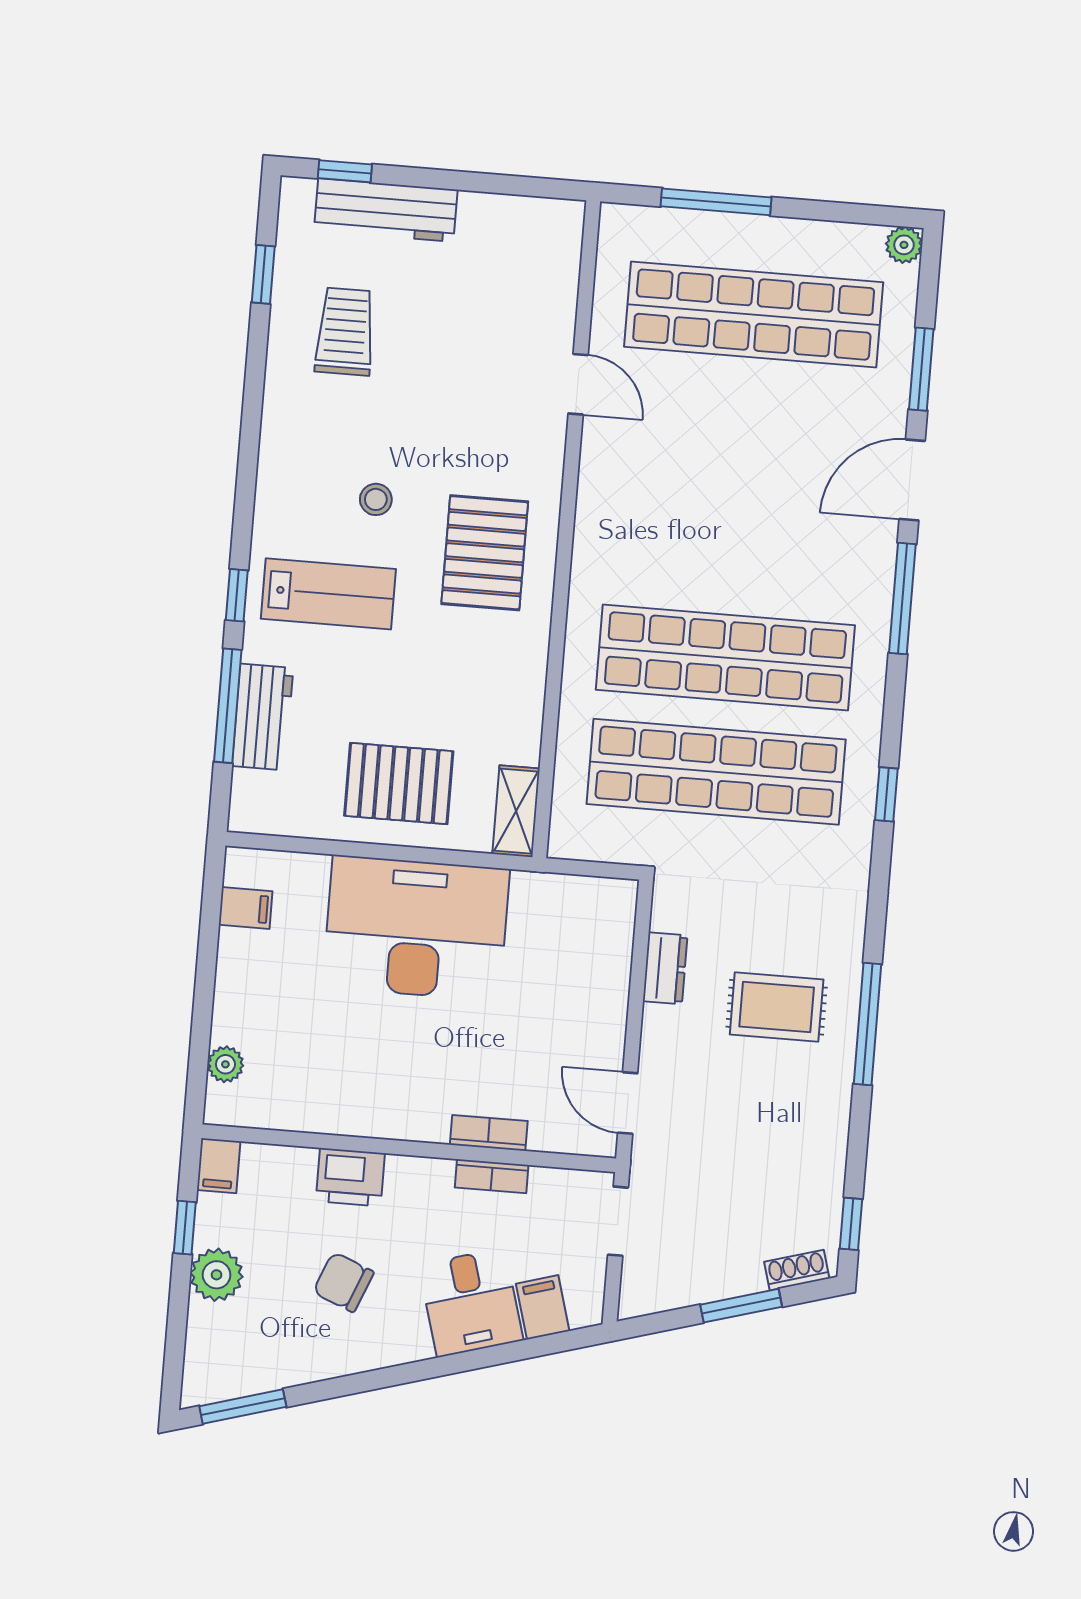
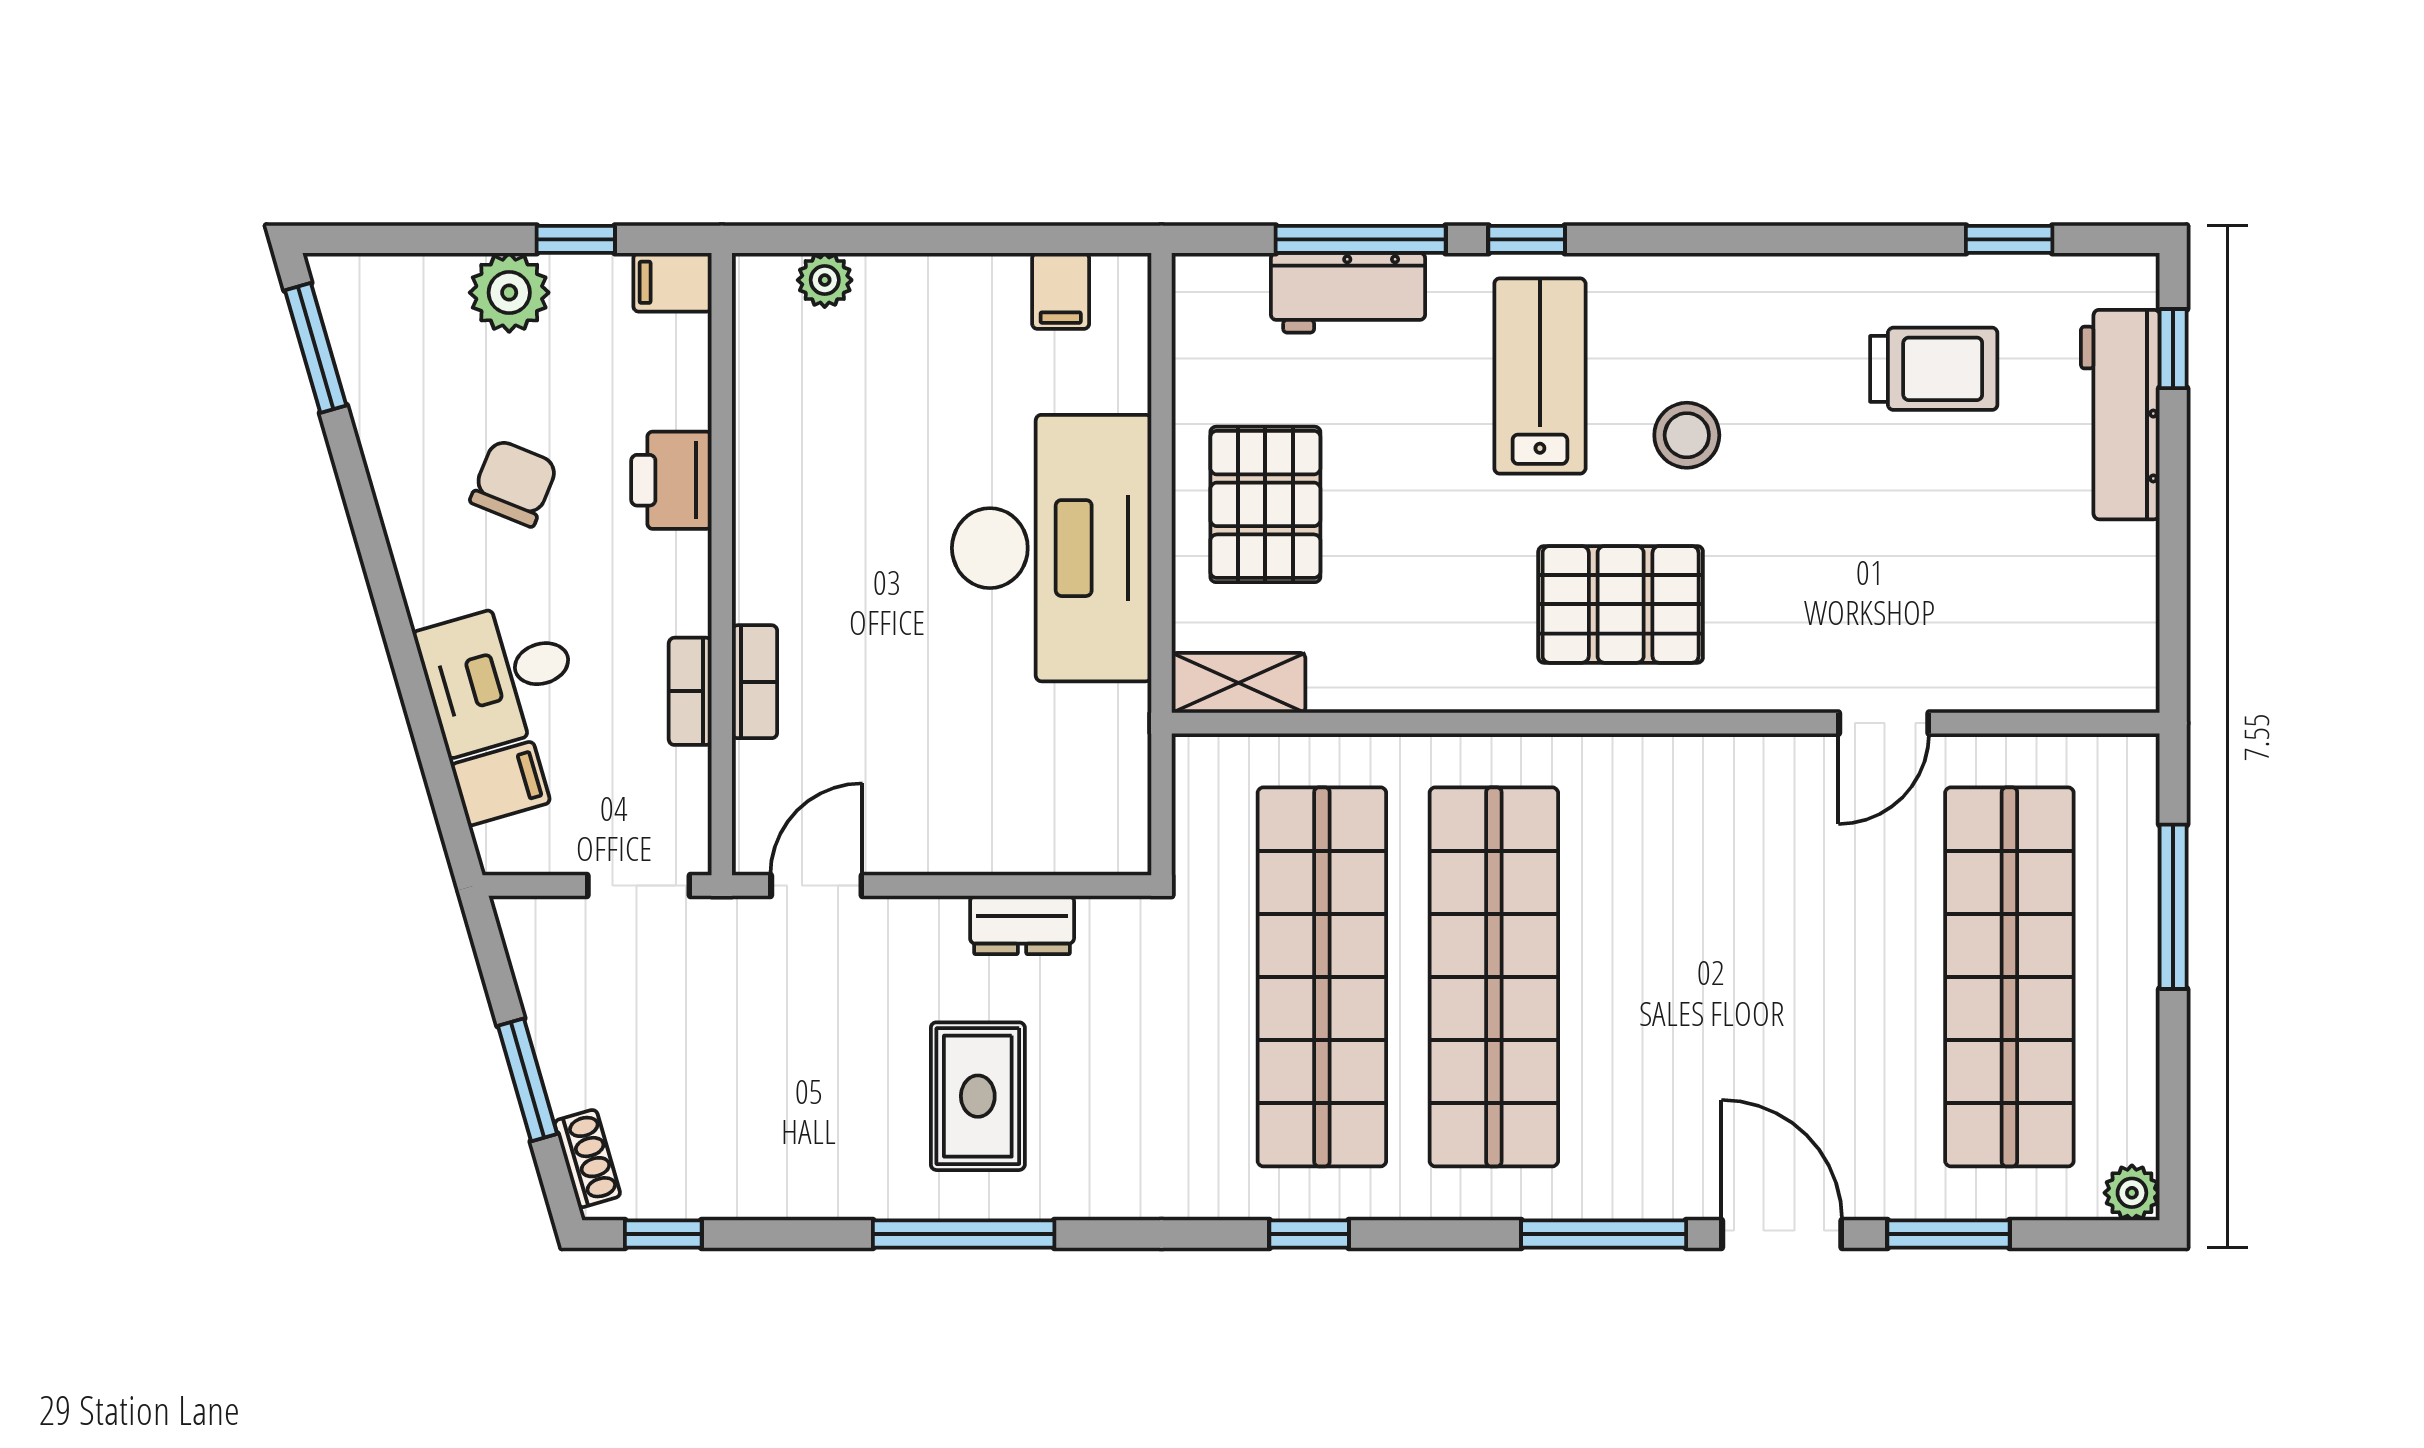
stool: (376, 499) -> (1687, 435), width x1.37, depth x1.37
lab bench: (328, 594) -> (1540, 376), turned 180

